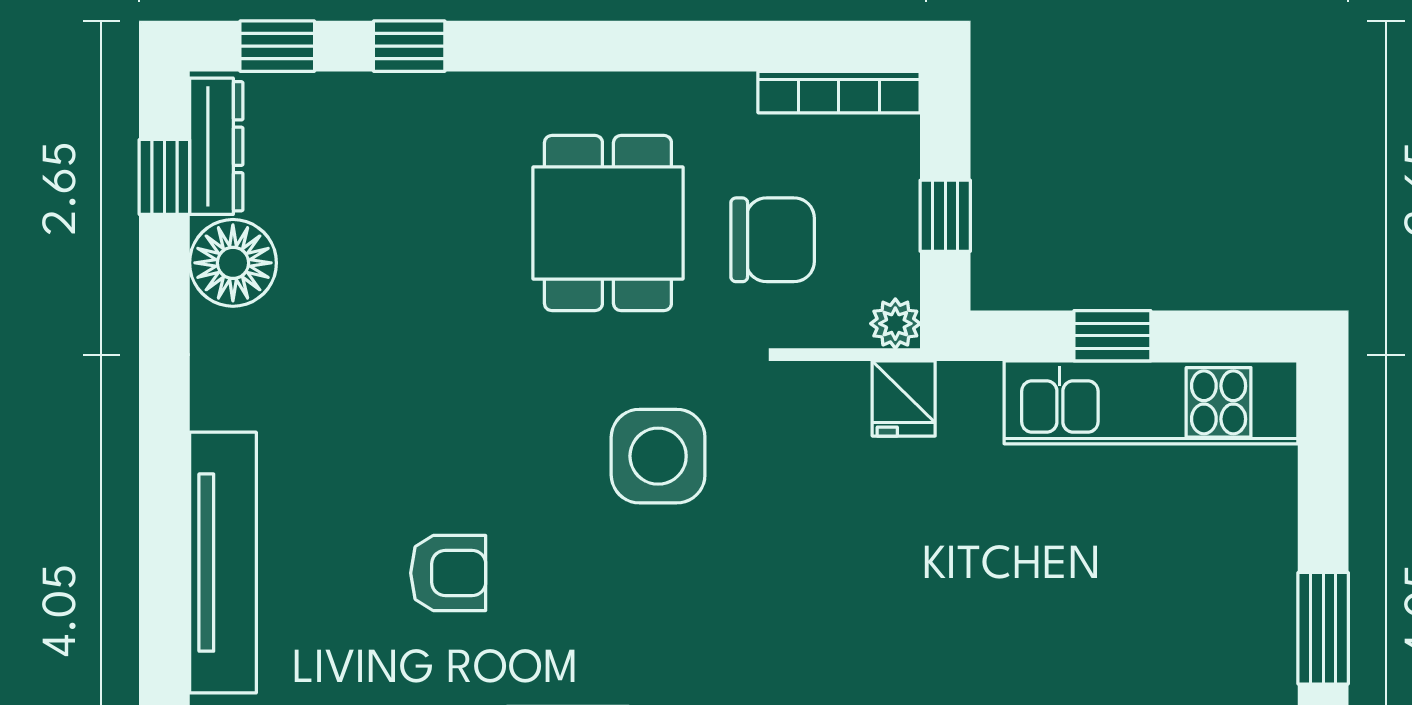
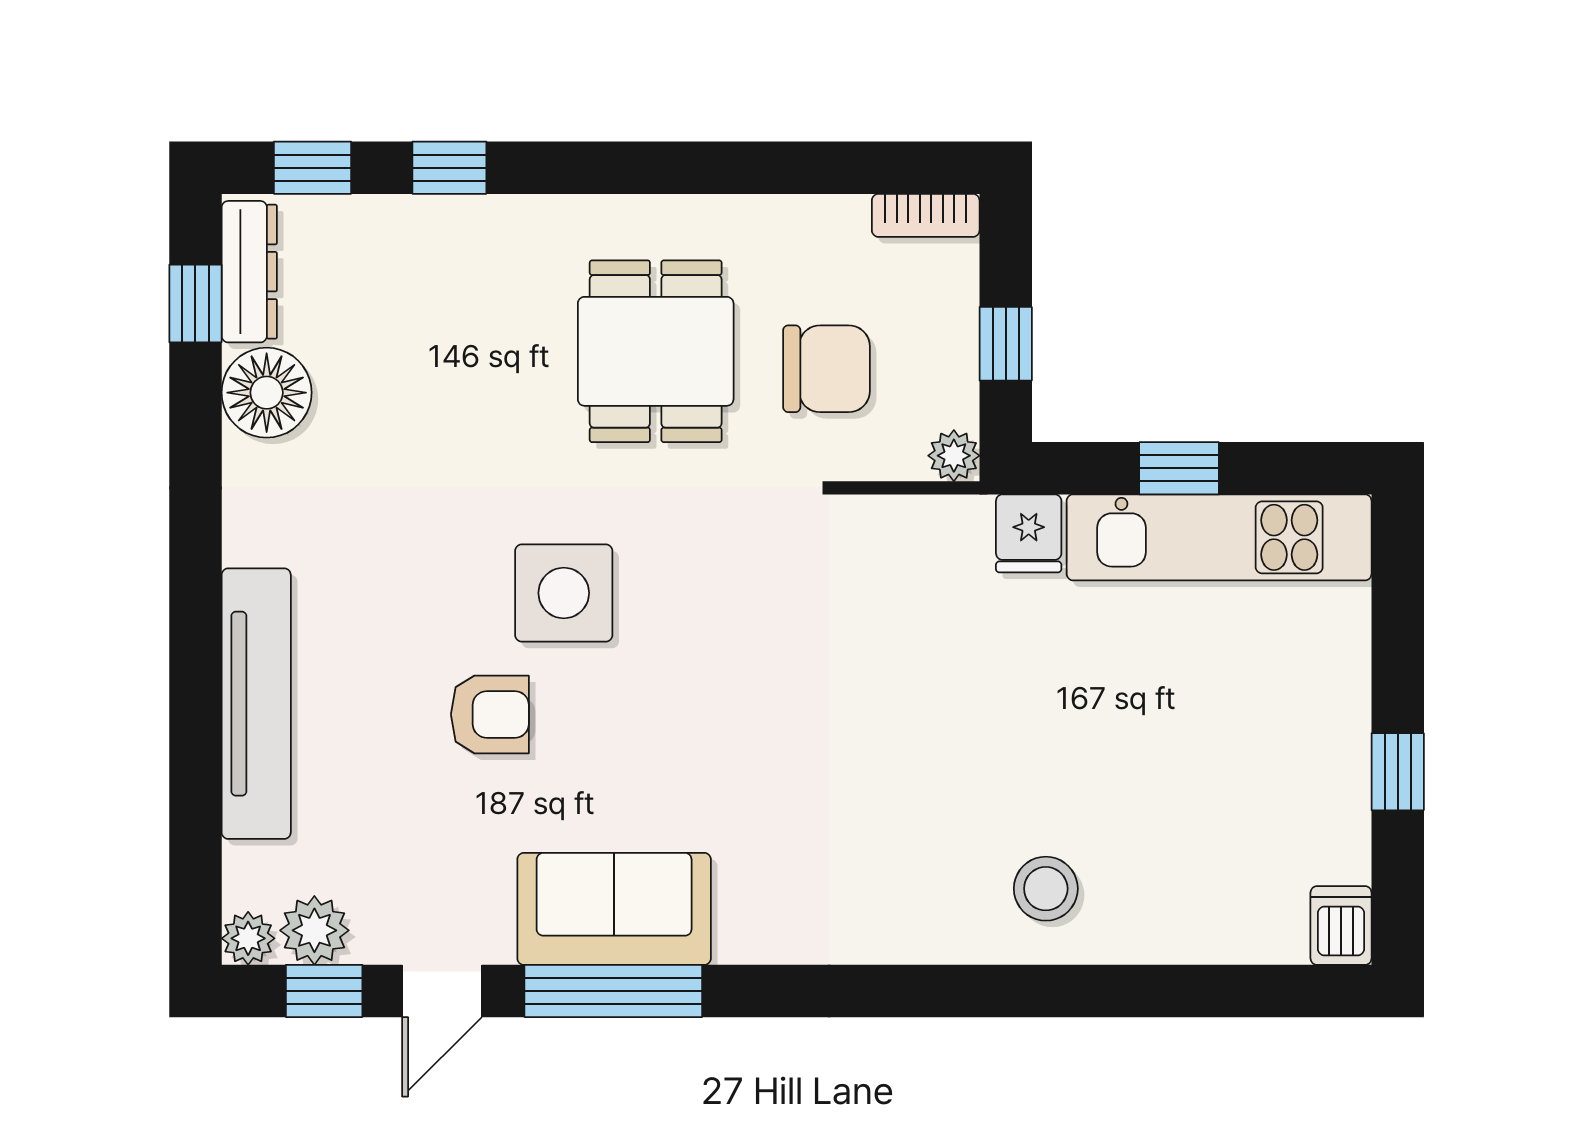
bookcase: (839, 92) -> (926, 215), width x0.64
fridge: (904, 398) -> (1029, 533), moved
side table: (658, 456) -> (564, 593), moved
window: (1323, 628) -> (1398, 772), width x0.67

